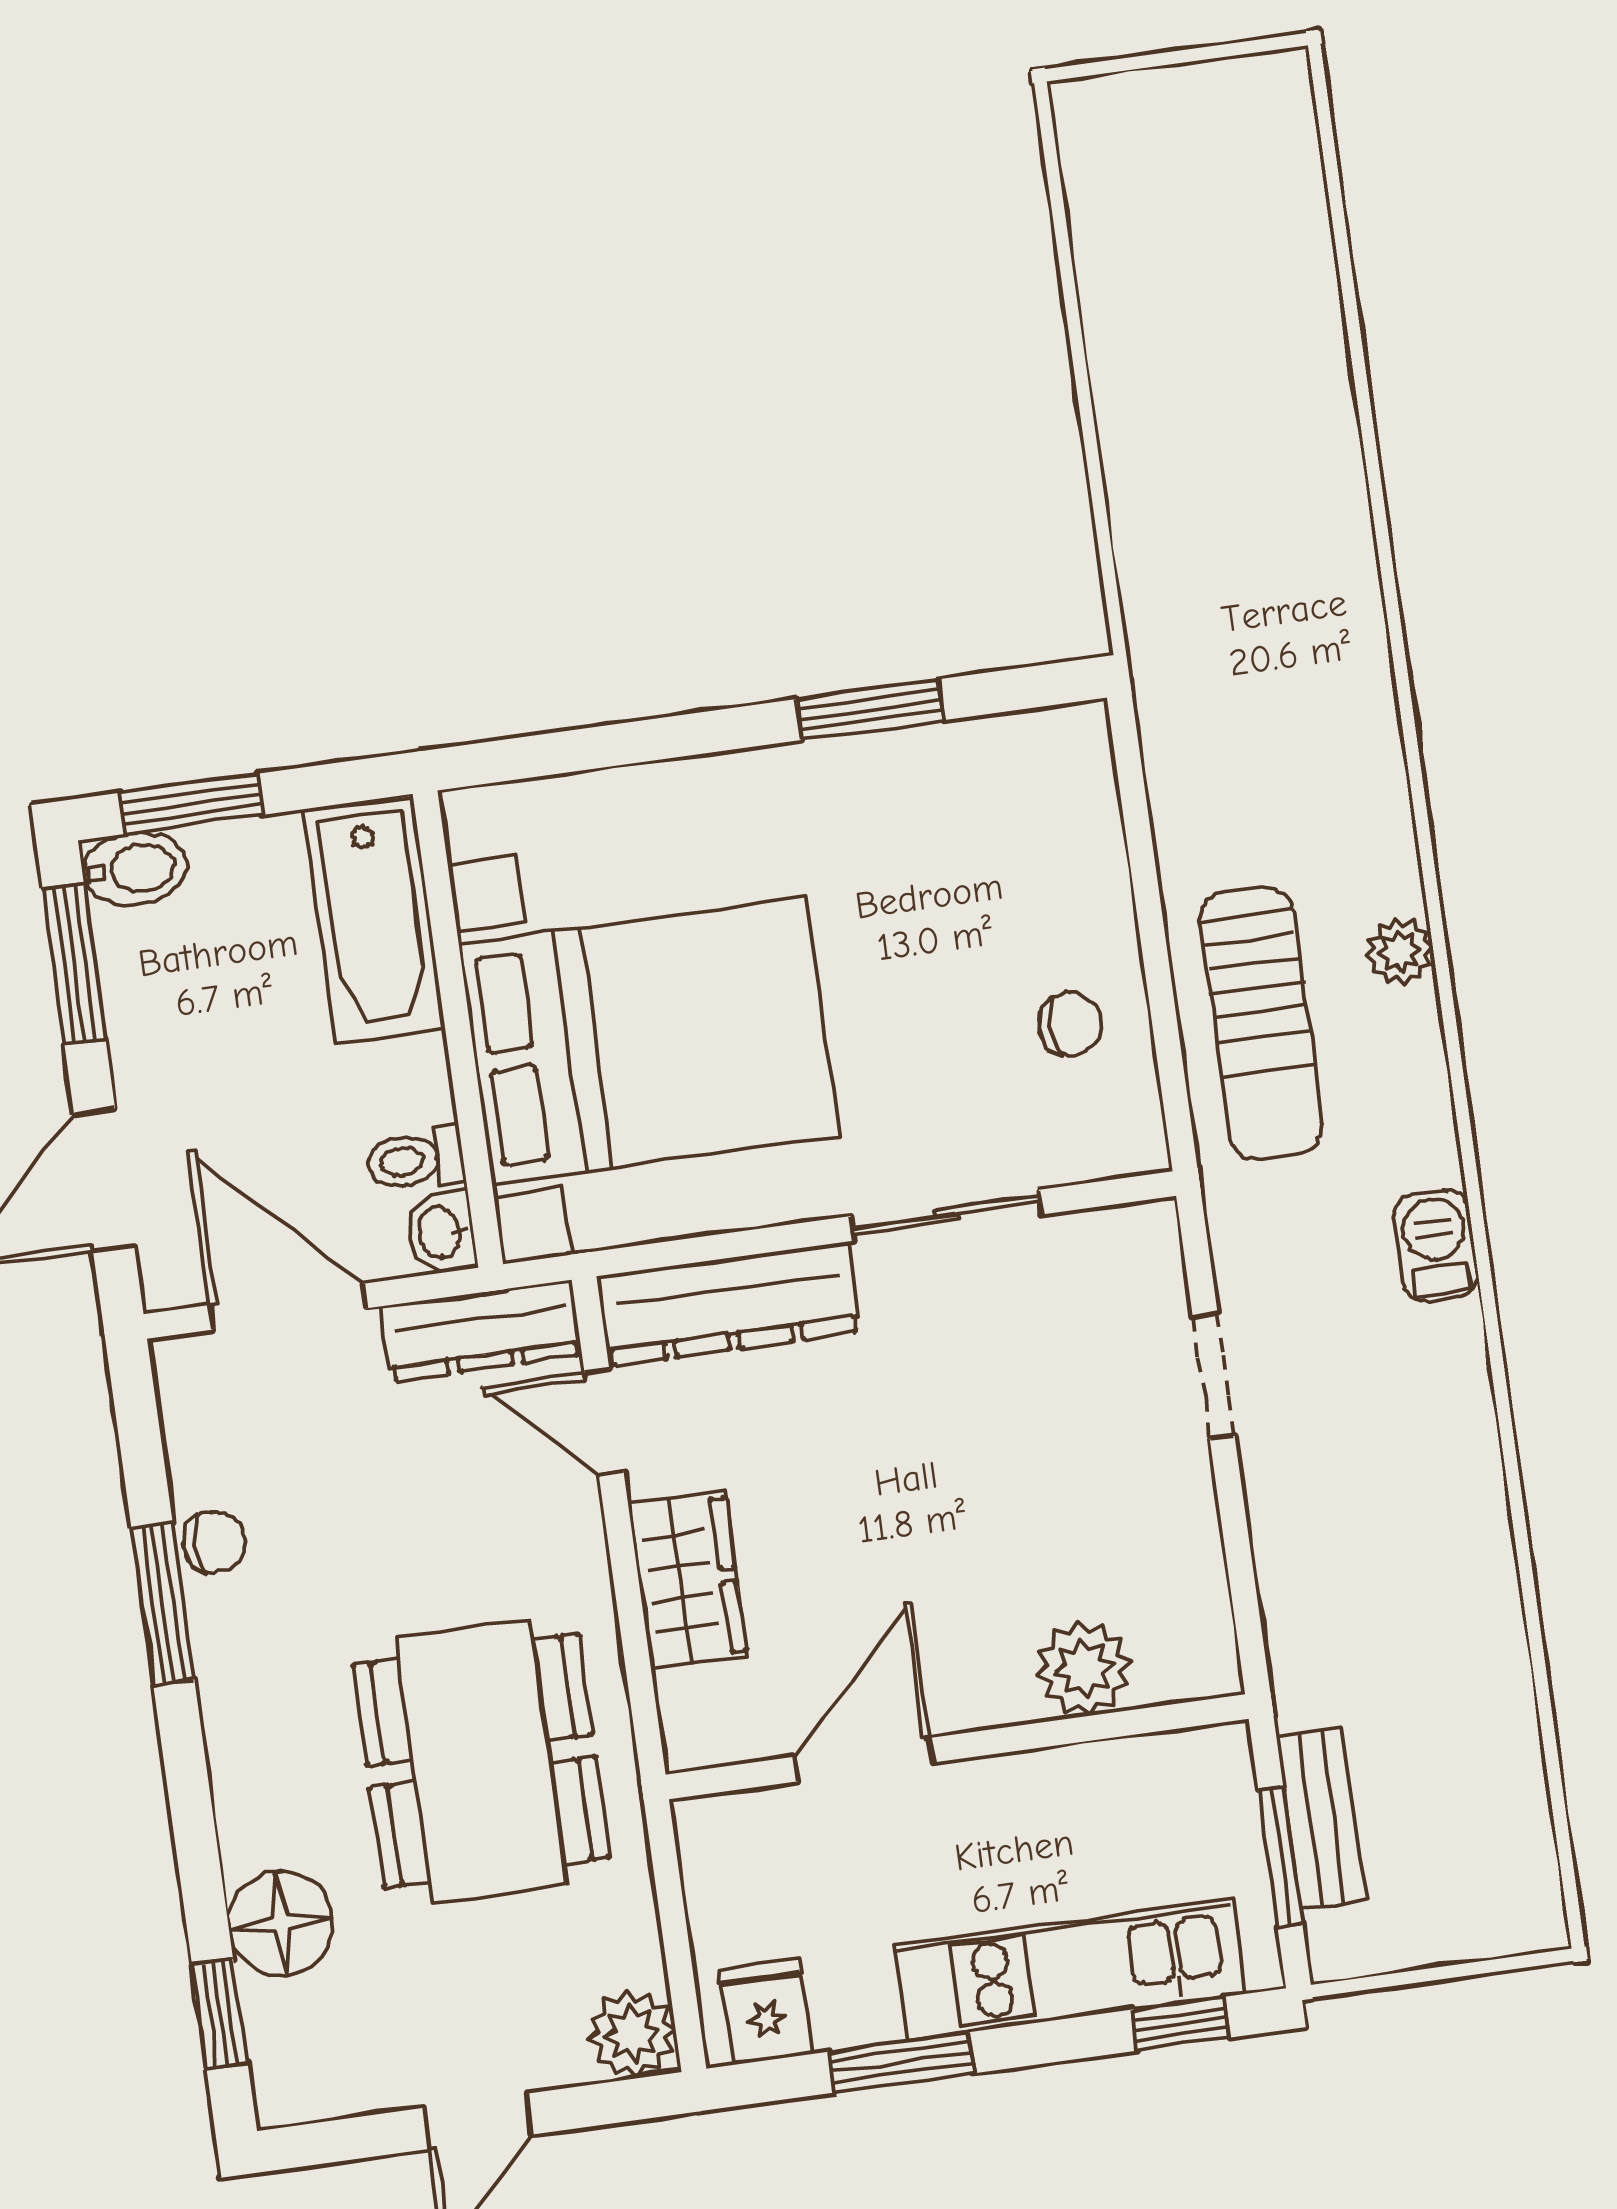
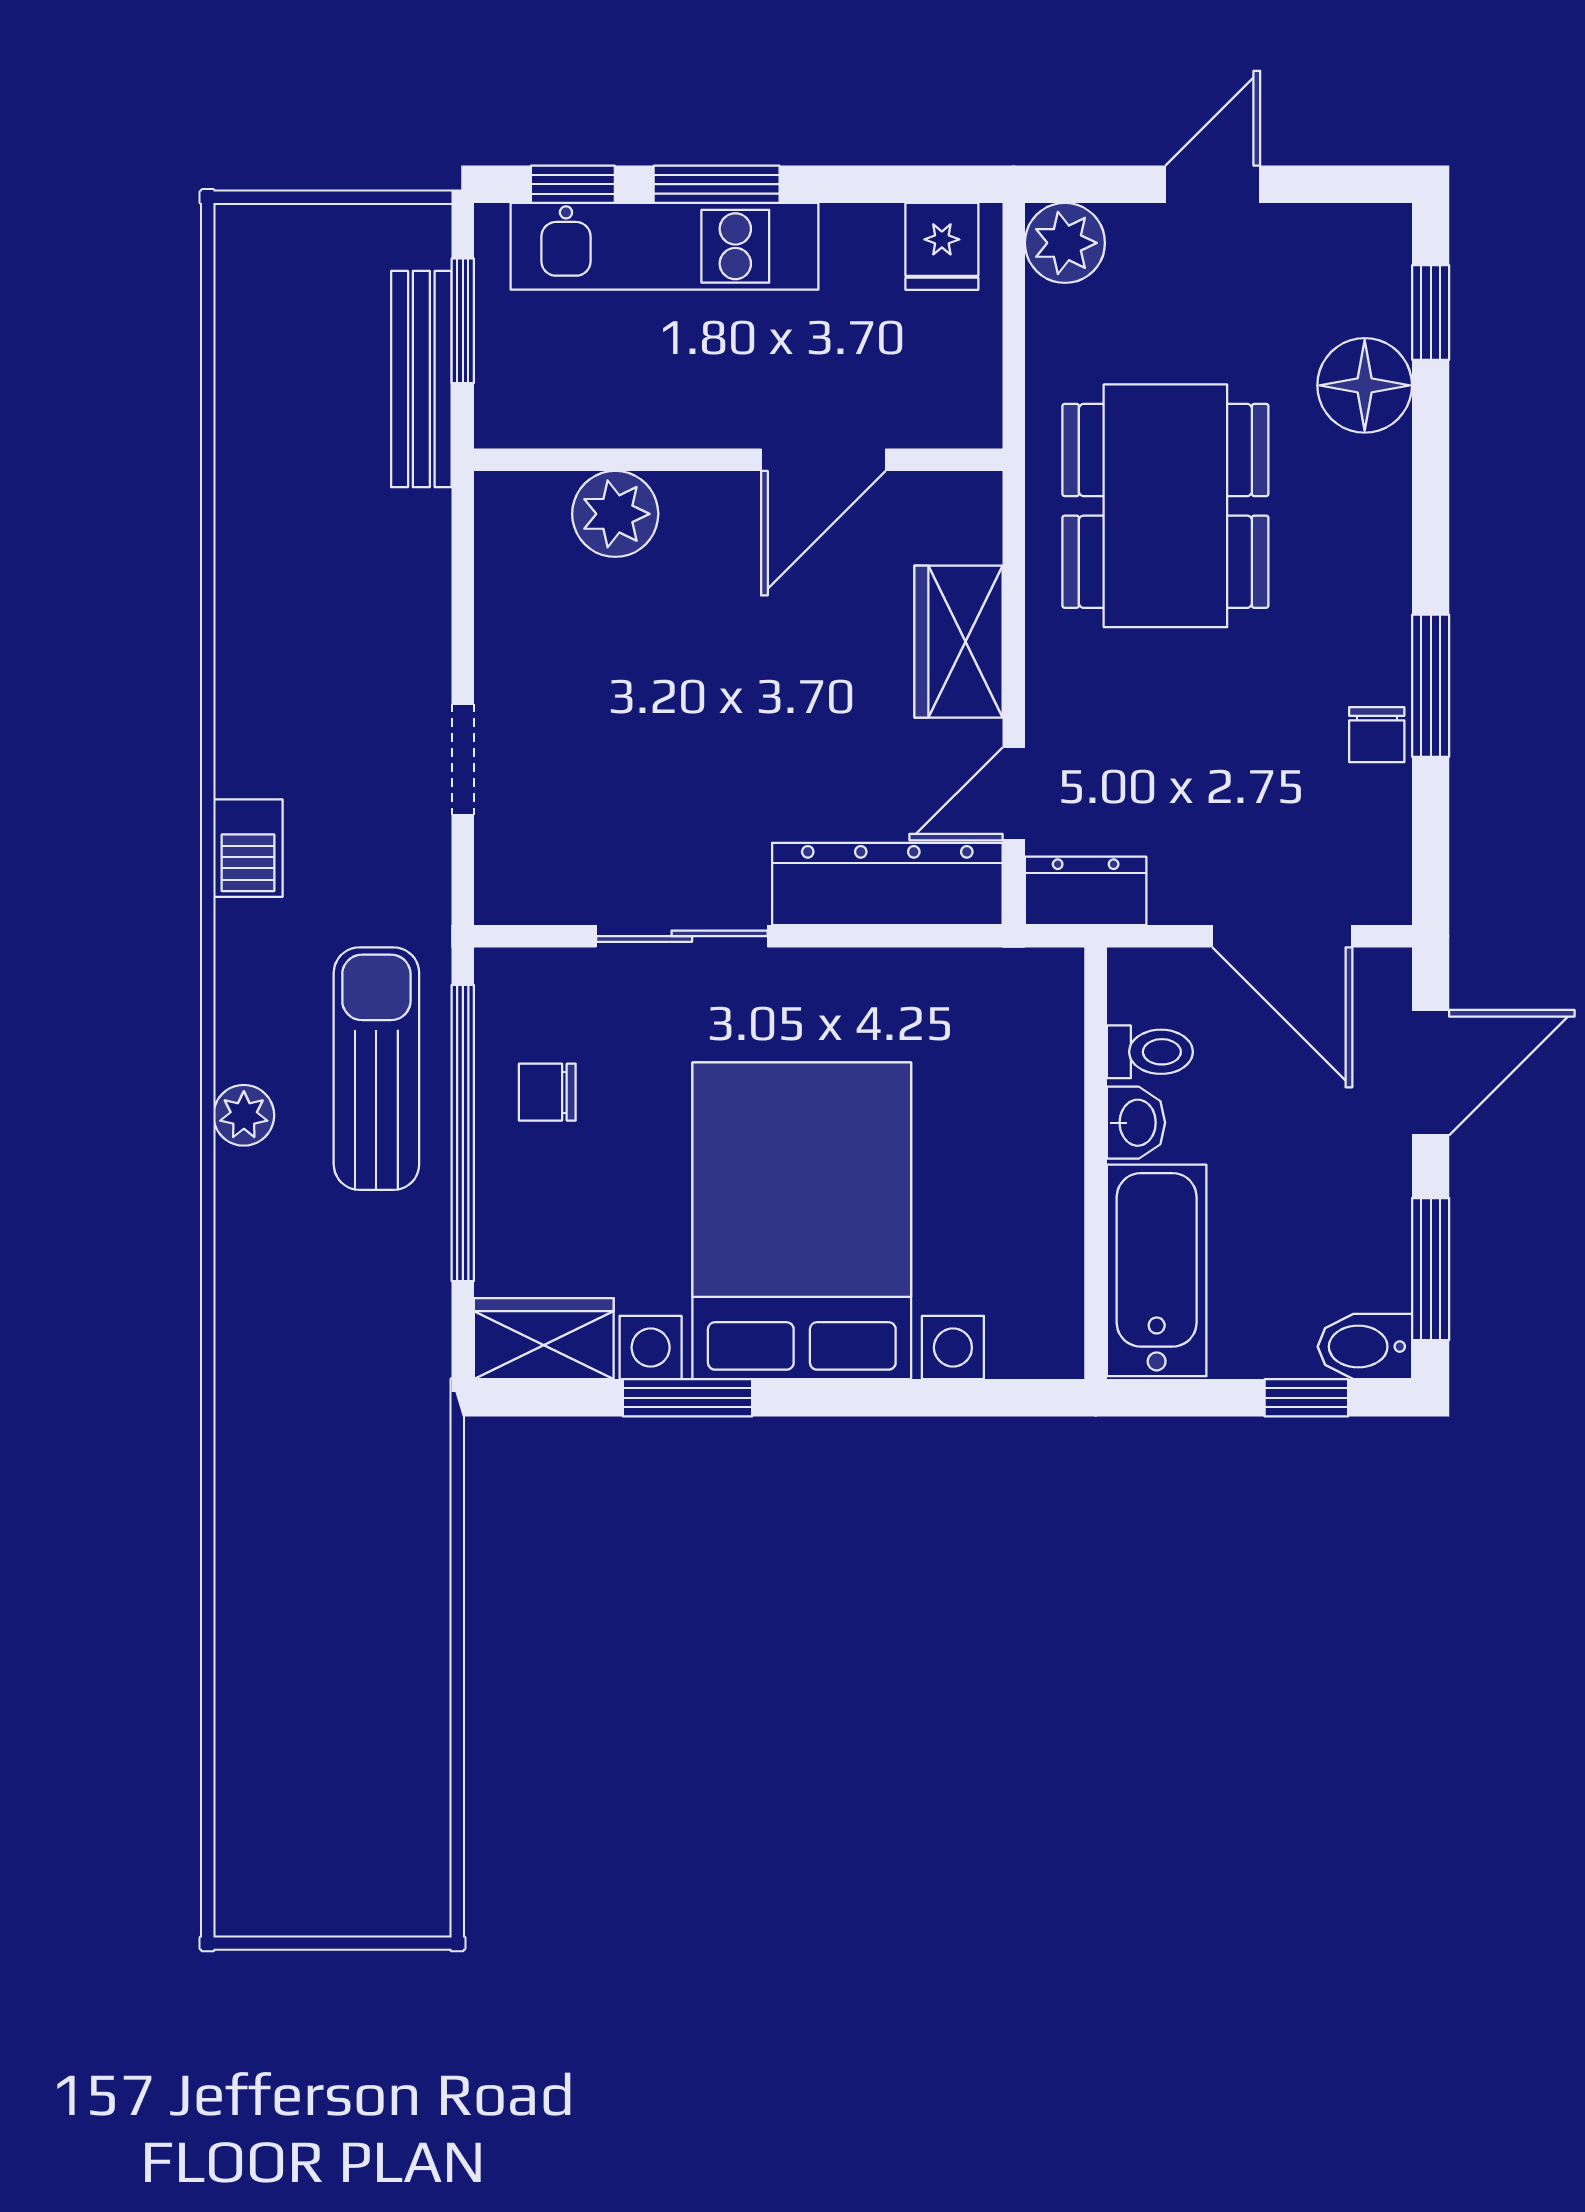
wardrobe: (1037, 753) -> (544, 1339), added
window: (191, 804) -> (1306, 1398), width x0.67
window: (1157, 966) -> (463, 1133), added
bed with nightstands: (649, 1040) -> (802, 1221), moved, turned 90
washbasin: (441, 1233) -> (1136, 1123), moved
dresser: (481, 1331) -> (1086, 891), width x0.70
door: (604, 1422) -> (1014, 794), swing flipped
chair: (215, 1542) -> (1377, 735), turned -90
bench: (1321, 1818) -> (421, 379), width x1.36
window: (902, 2062) -> (717, 184), moved

